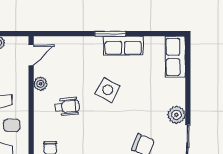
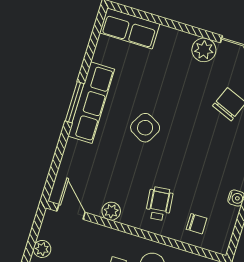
row of seats: (123, 46) -> (91, 103), width x1.48
wheelchair: (67, 107) -> (159, 204), moved

